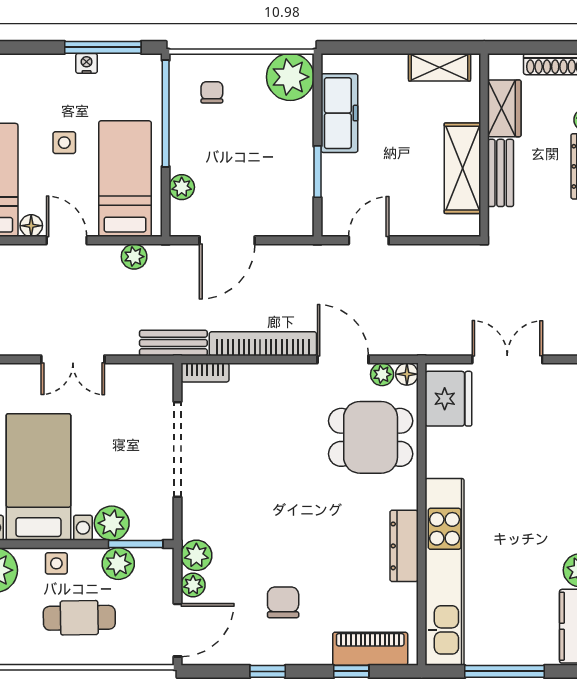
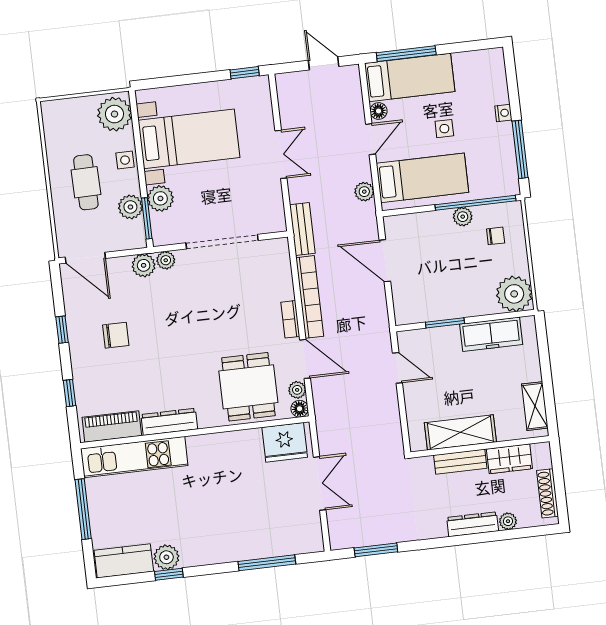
nightstand: (87, 63) -> (503, 113), moved
plant: (182, 187) -> (463, 217), moved
double door: (73, 359) -> (281, 154), swing flipped
door: (343, 359) -> (305, 359), hinge flipped
bookcase: (205, 373) -> (290, 319), moved
kitchen unit: (445, 572) -> (134, 457), width x0.73
plant: (193, 585) -> (166, 260), moved
piano: (370, 649) -> (112, 426), moved, turned -90

